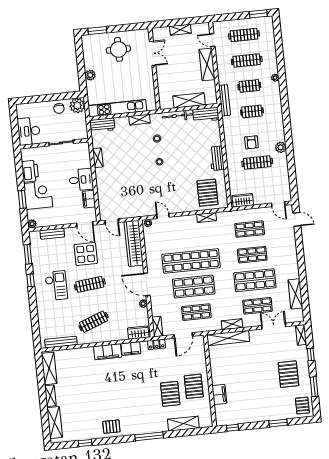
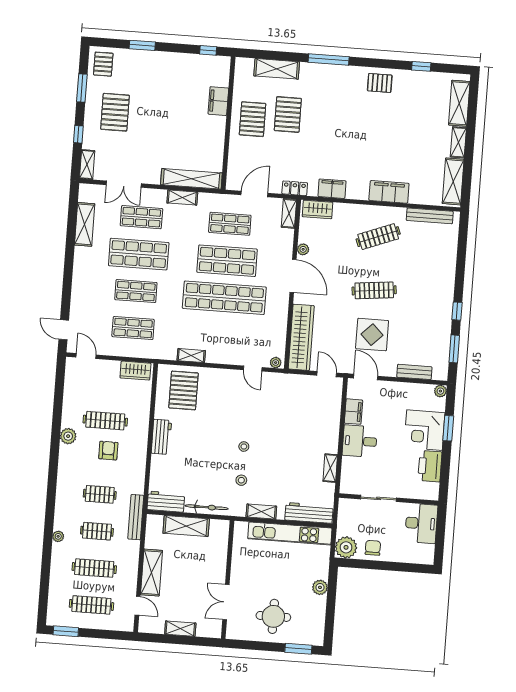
workbench: (102, 125) -> (309, 513), width x1.38
checkout: (56, 286) -> (422, 297), removed
filing cabinet: (108, 352) -> (389, 192), moved

